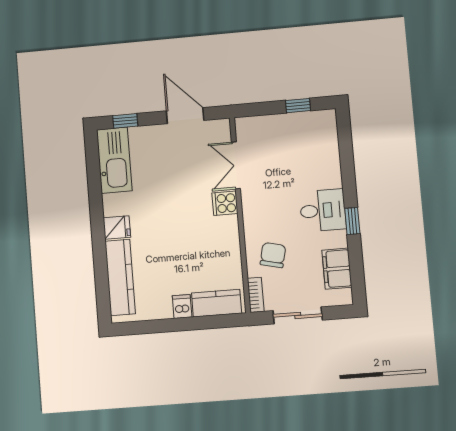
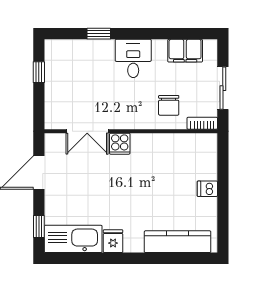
window: (352, 221) -> (99, 34), moved
fridge: (117, 228) -> (113, 241), moved
chair: (273, 255) -> (169, 105), turned -103
kitchen counter: (217, 303) -> (207, 158), removed

